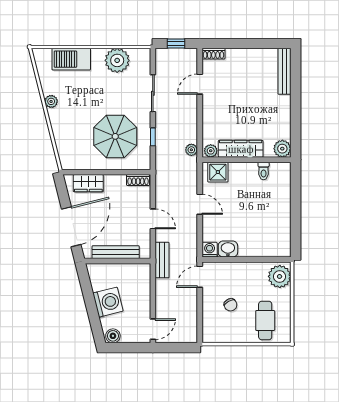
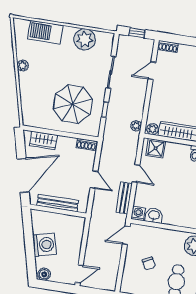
bench: (162, 260) -> (124, 198), moved

